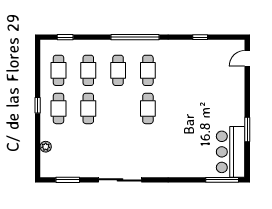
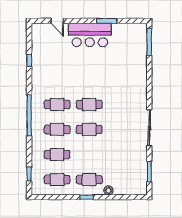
door: (247, 58) -> (57, 21), moved
cafe table: (88, 108) -> (89, 130), moved
plant: (46, 147) -> (108, 190), moved
bar counter: (231, 152) -> (90, 35), moved

